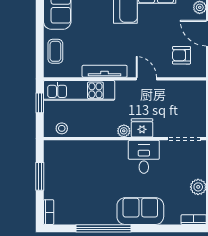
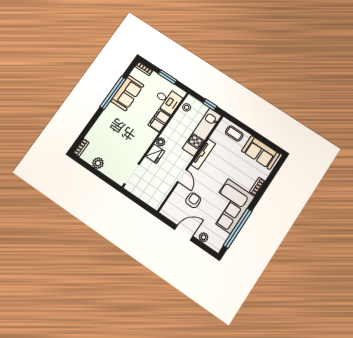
armchair: (182, 55) -> (193, 200), moved
door: (146, 79) -> (182, 176), hinge flipped
filing cabinet: (100, 150) -> (159, 121), added
desk: (144, 157) -> (168, 100), moved
sofa: (140, 211) -> (127, 93), moved

